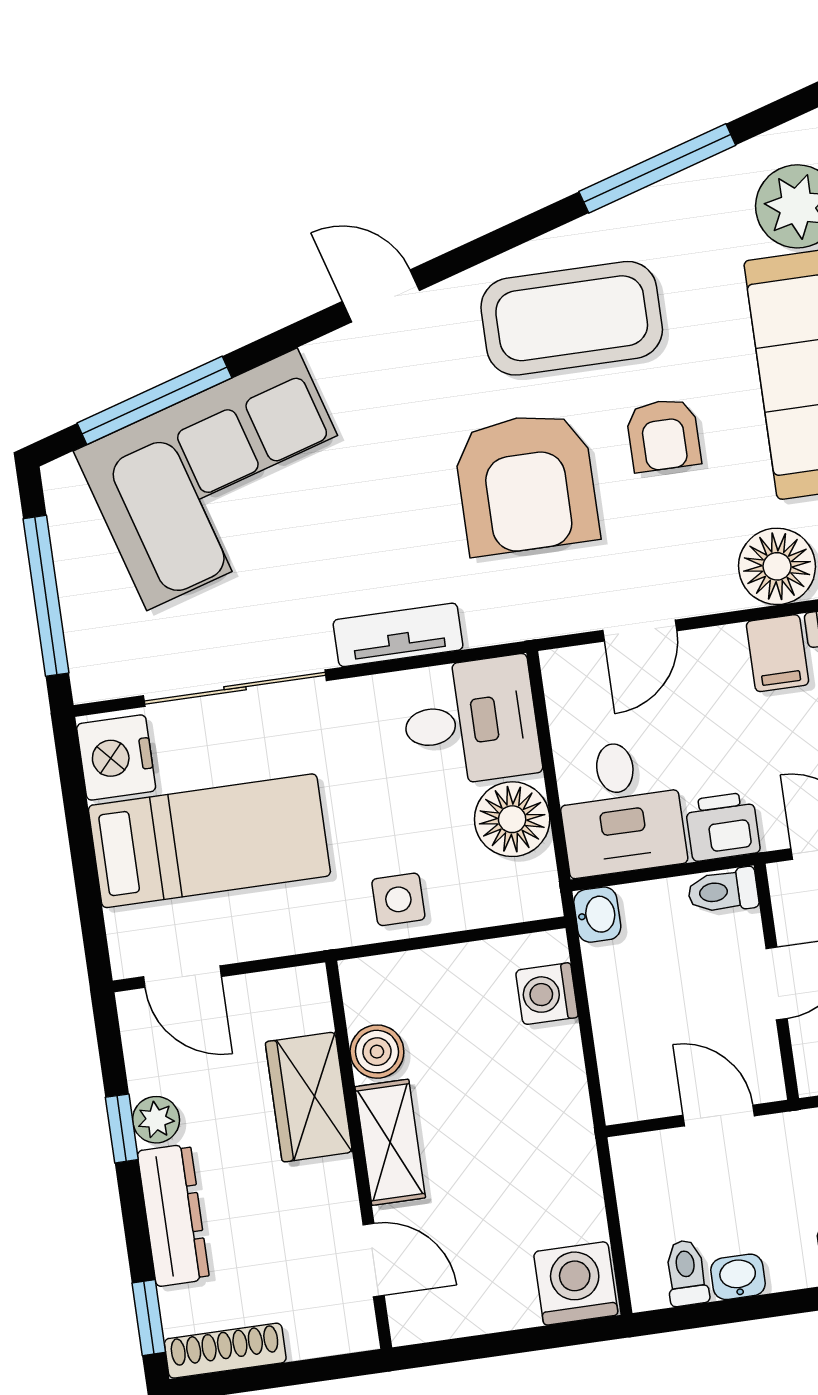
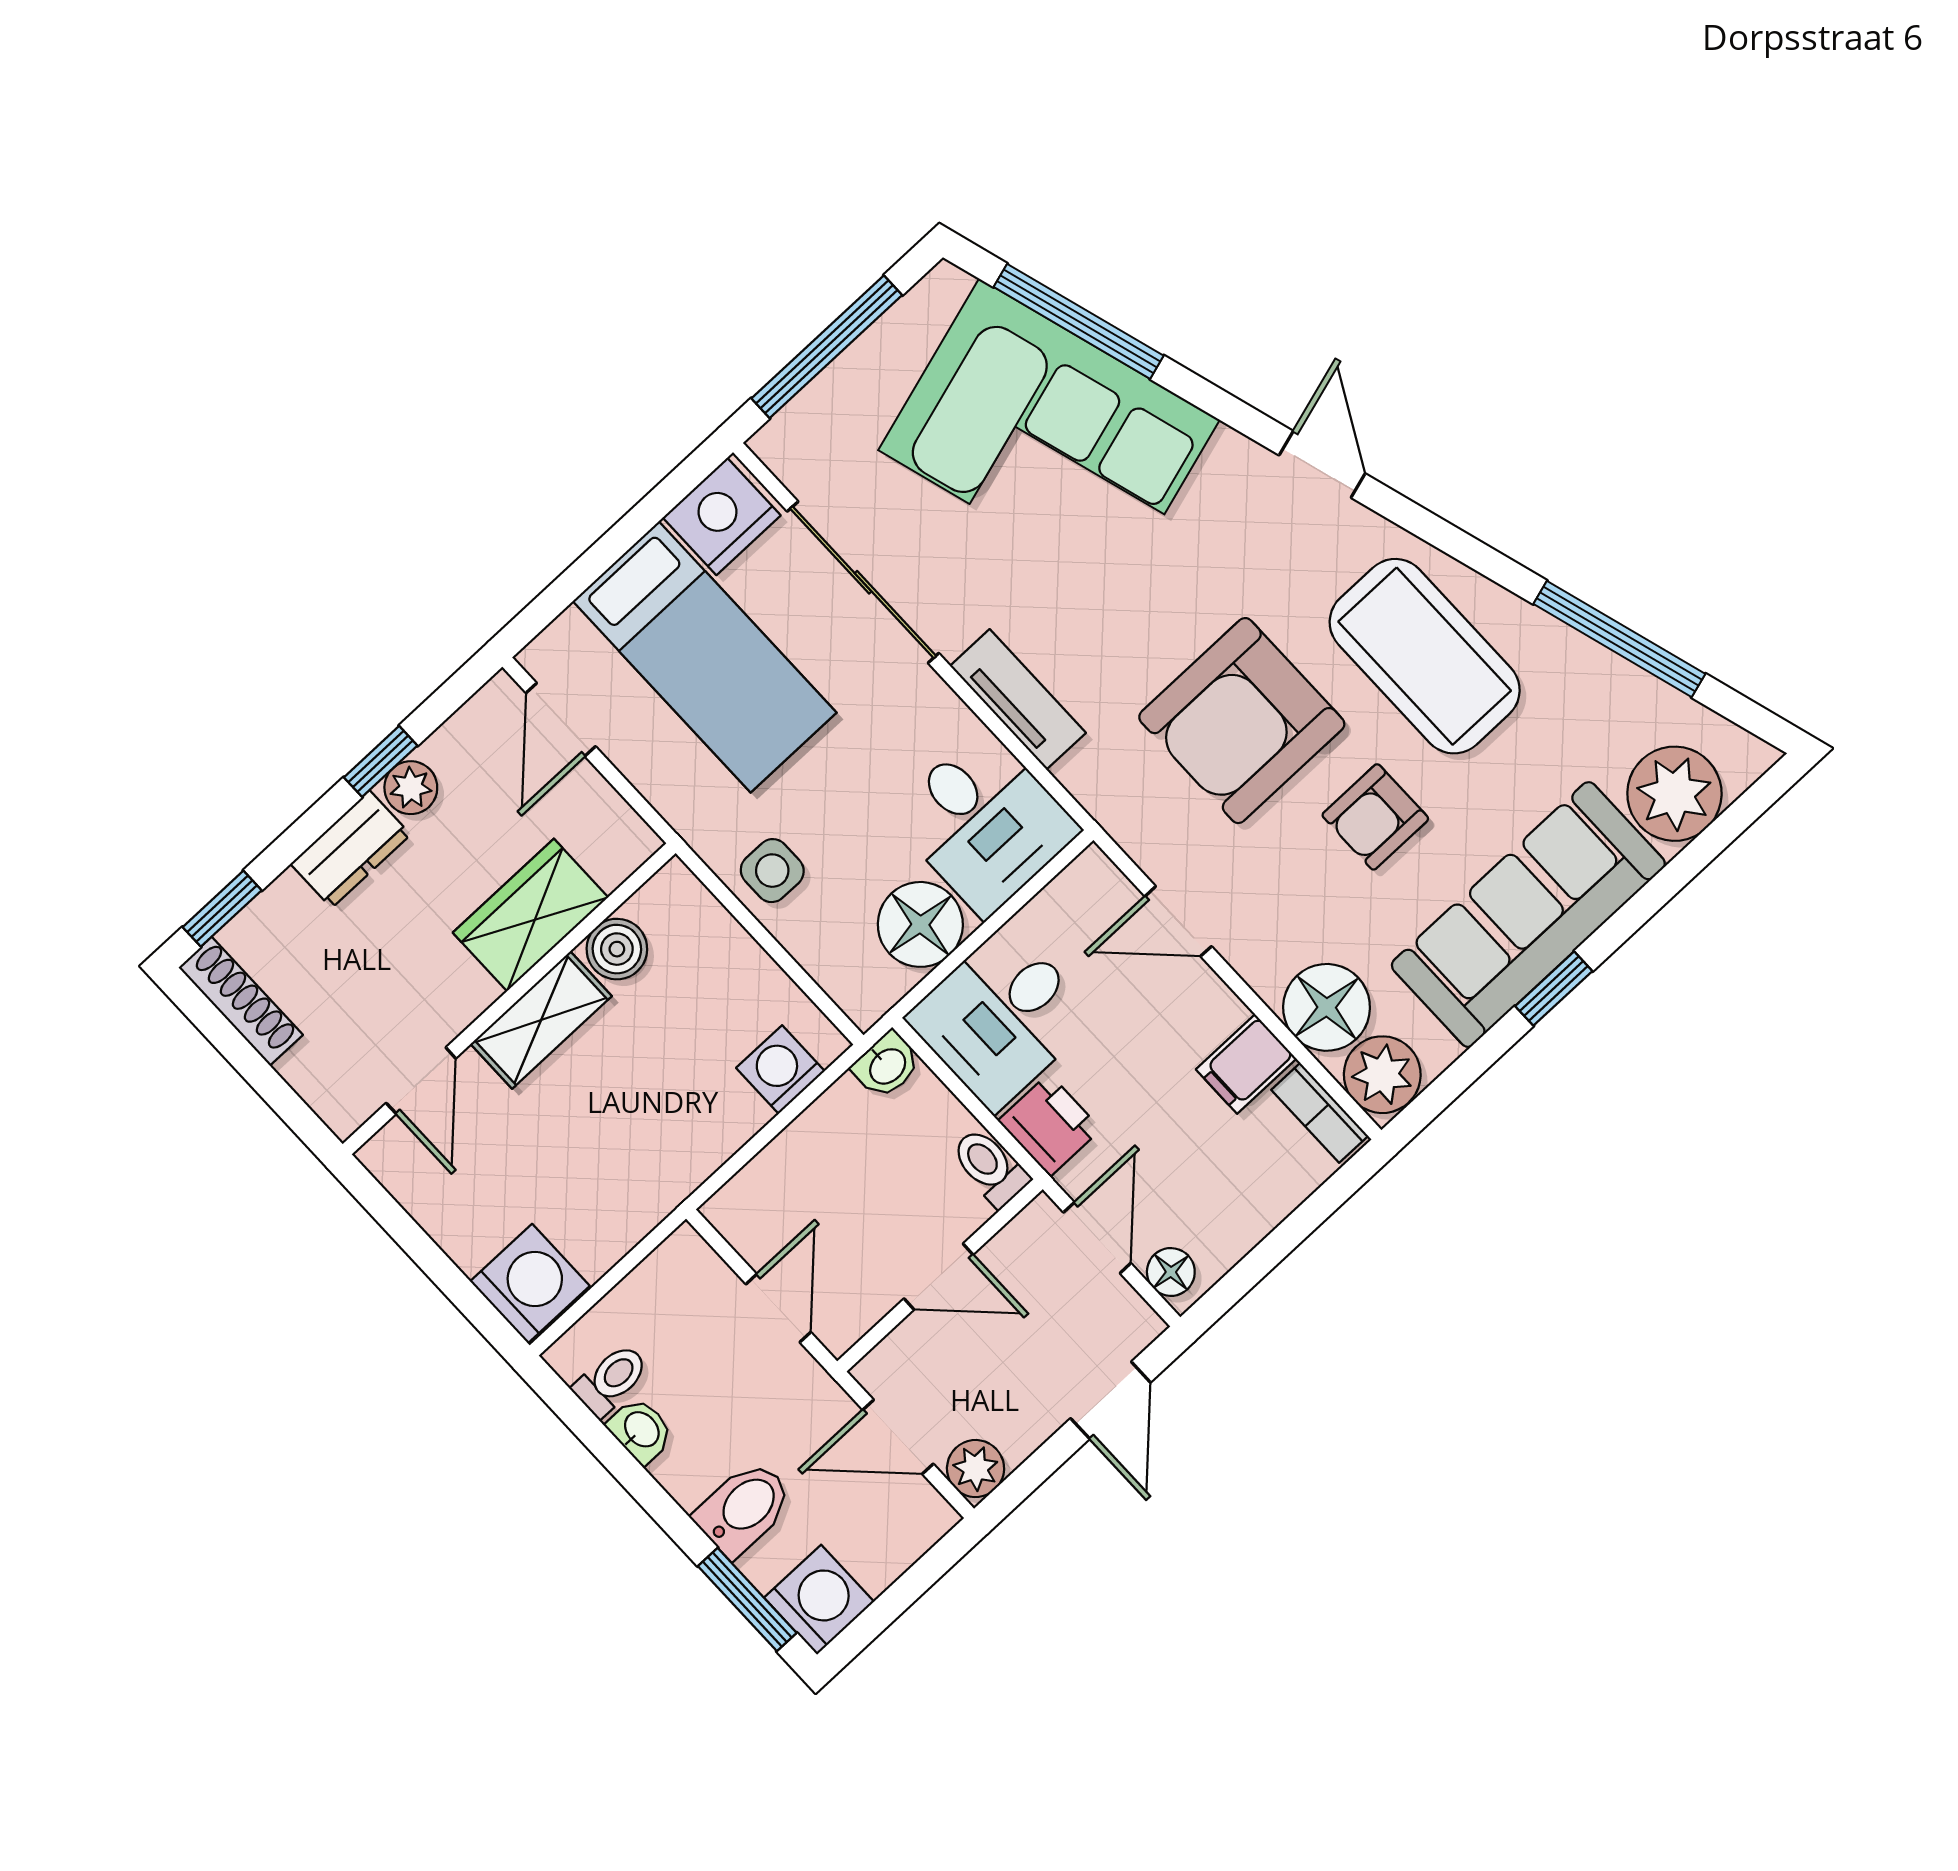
dresser: (173, 1215) -> (351, 849), width x0.70

